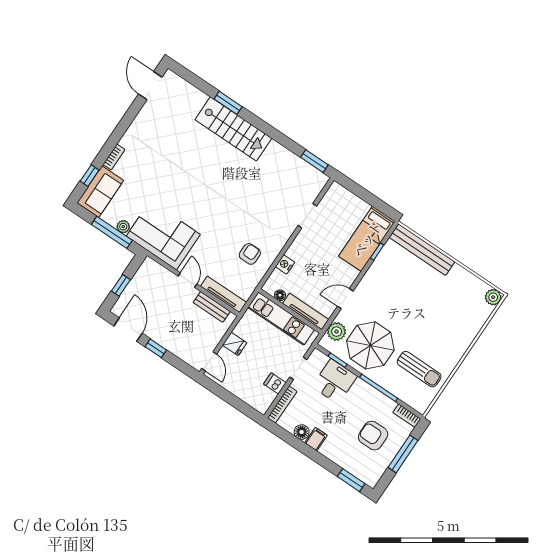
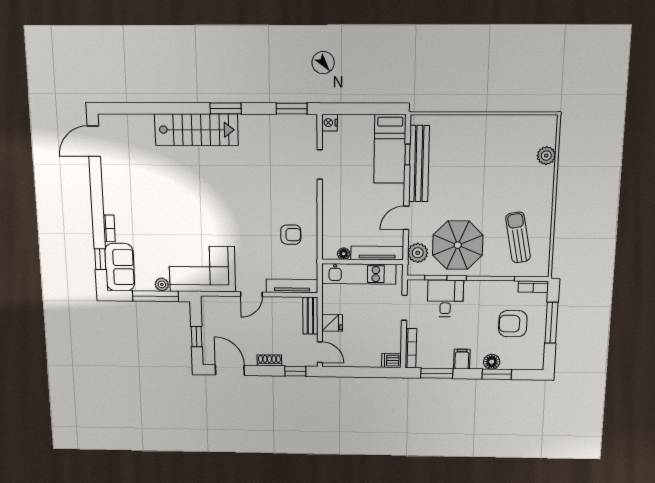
door: (150, 86) -> (94, 141), hinge flipped
window: (228, 103) -> (226, 108), moved
bench: (422, 250) -> (419, 164), moved, turned 90
armchair: (250, 254) -> (291, 235), turned 90
nightstand: (285, 264) -> (330, 123), moved
door: (188, 280) -> (251, 294), swing flipped
plant: (493, 297) -> (546, 156), moved
bench: (212, 307) -> (310, 316), moved, turned 90
shoe rack: (165, 342) -> (269, 360), added
window: (156, 348) -> (295, 371), moved
sun lounger: (419, 369) -> (518, 237), turned -101
dishwasher: (275, 383) -> (391, 361), moved
floor lamp: (302, 432) -> (492, 362), moved
window: (289, 438) -> (437, 373), added
window: (351, 480) -> (497, 374), moved

